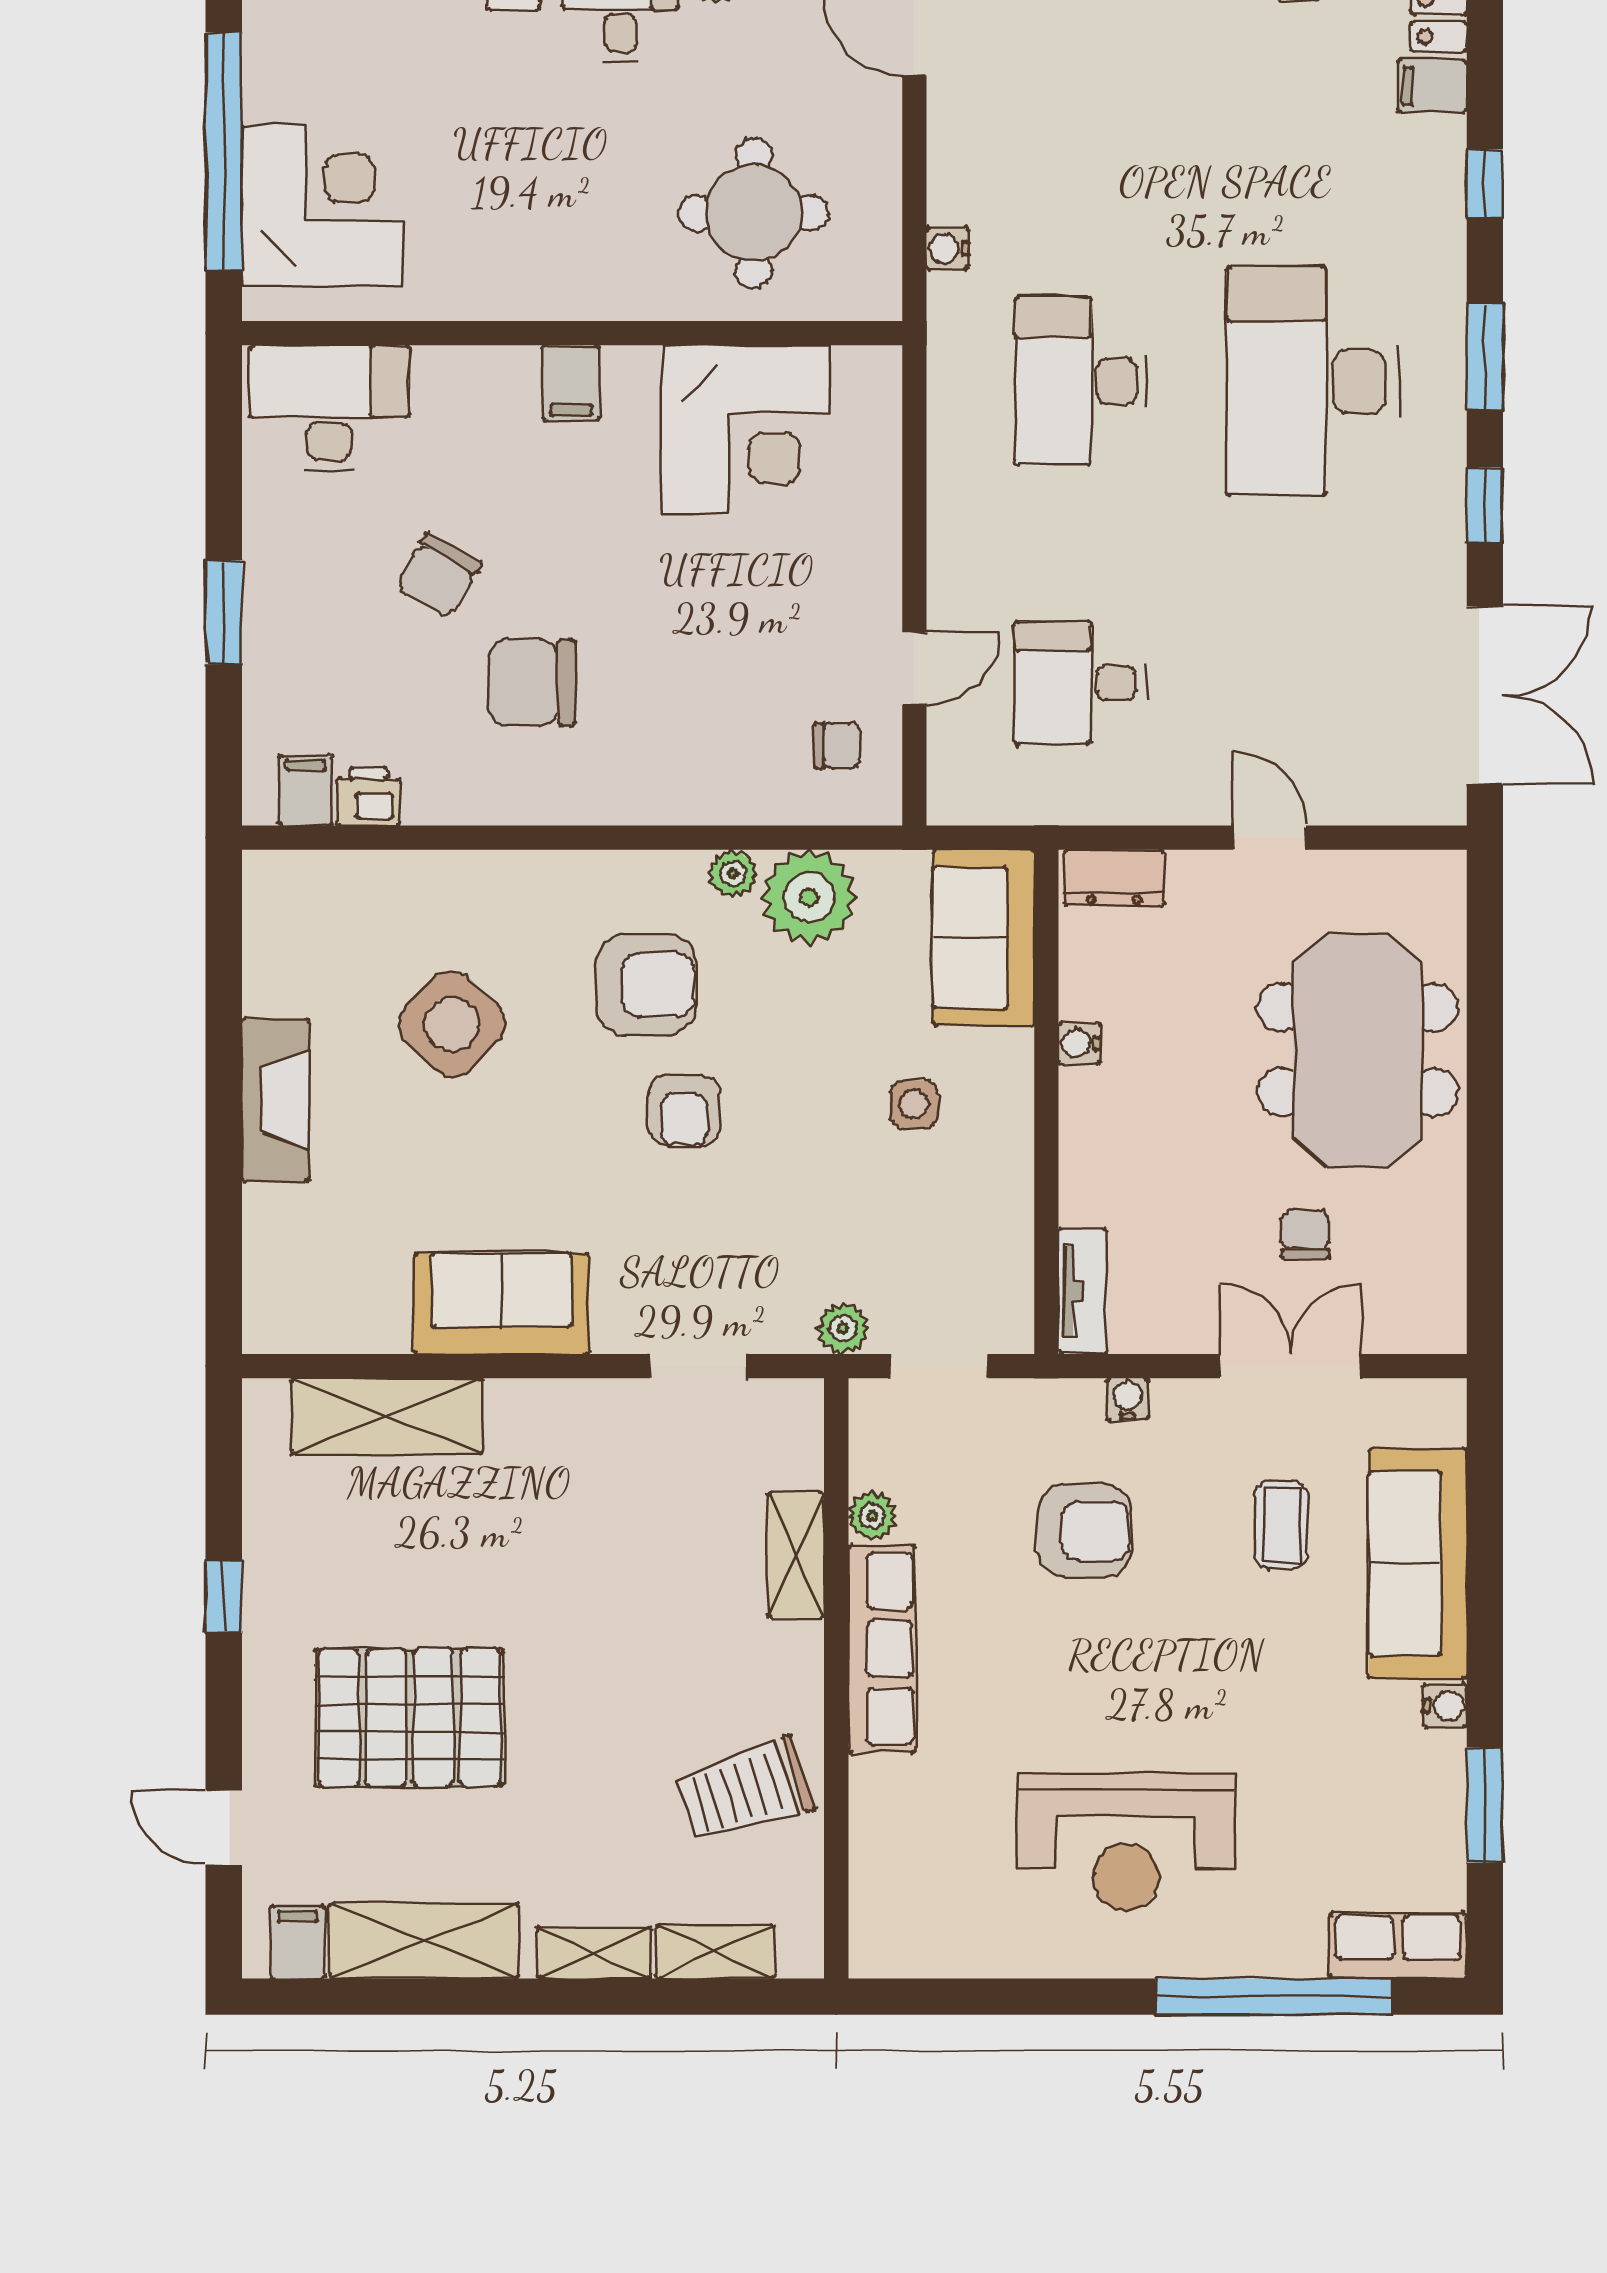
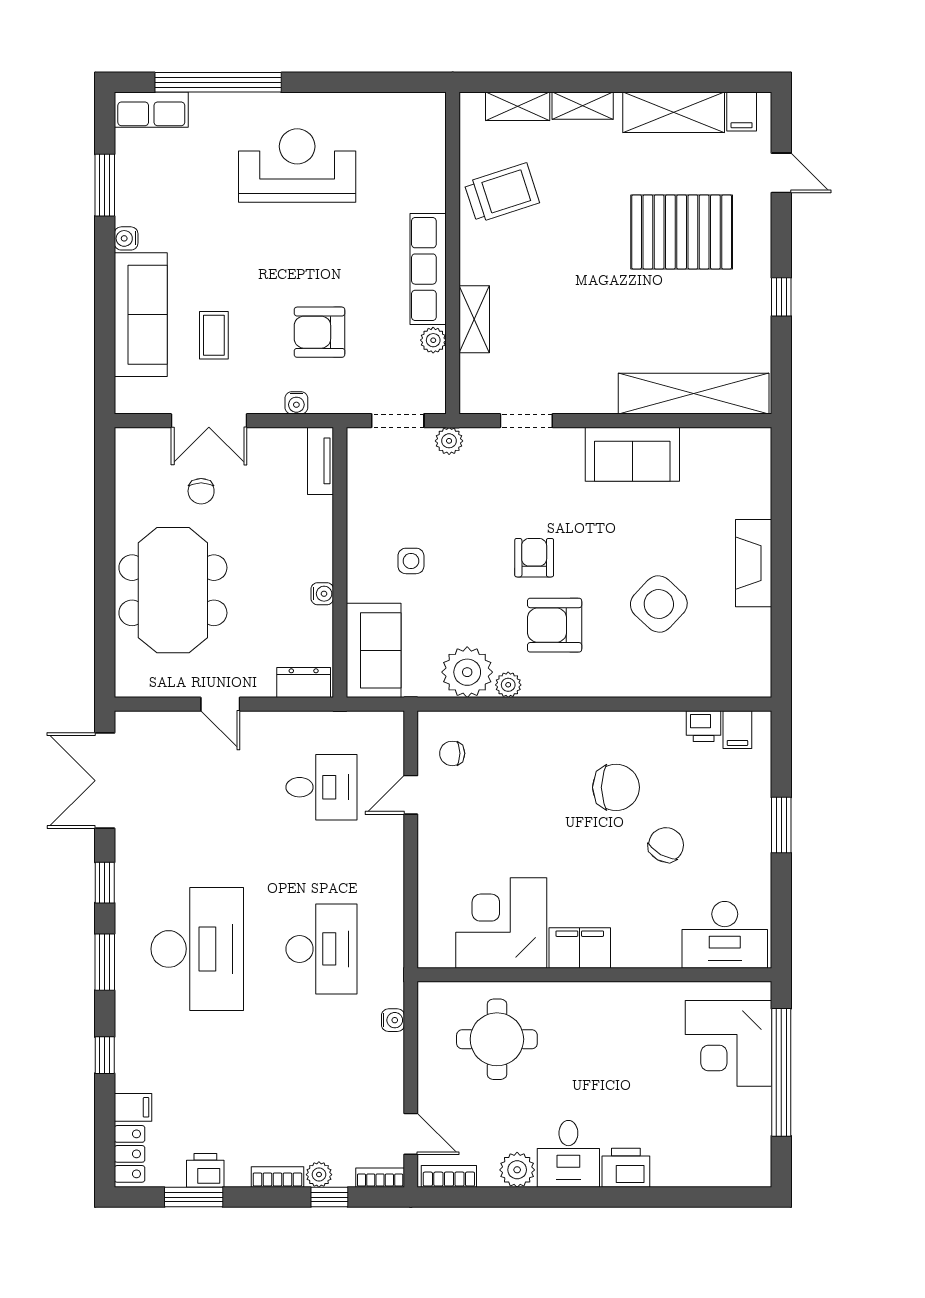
filing cabinet: (571, 383) -> (580, 948), width x2.00
shelving: (387, 1416) -> (694, 394), width x1.47

